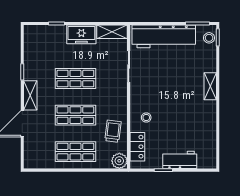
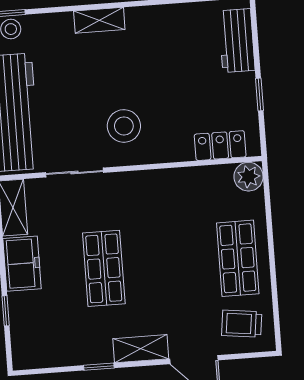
shop shelf: (75, 115) -> (171, 263), removed
stool: (146, 118) -> (124, 126), moved, width x1.89, depth x1.89
trolley: (113, 131) -> (242, 324), moved
workbench: (180, 160) -> (237, 40), moved

